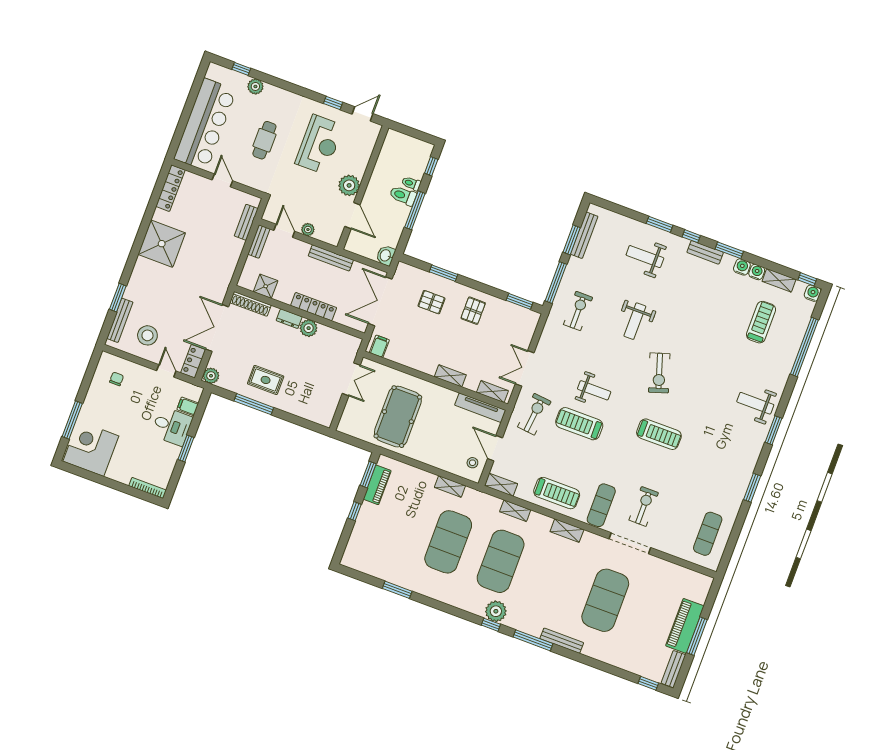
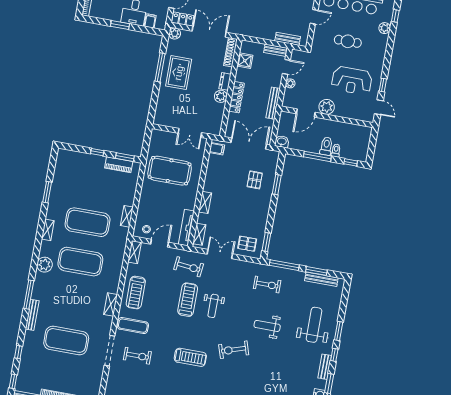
weight bench: (645, 257) -> (314, 325), width x1.36, depth x1.33
pallet: (473, 311) -> (247, 244), moved
rug: (266, 380) -> (179, 73), width x1.36, depth x1.43
treadmill: (659, 434) -> (190, 357), turned -90
shelving: (515, 511) -> (48, 230), moved
window: (491, 625) -> (18, 352), moved

